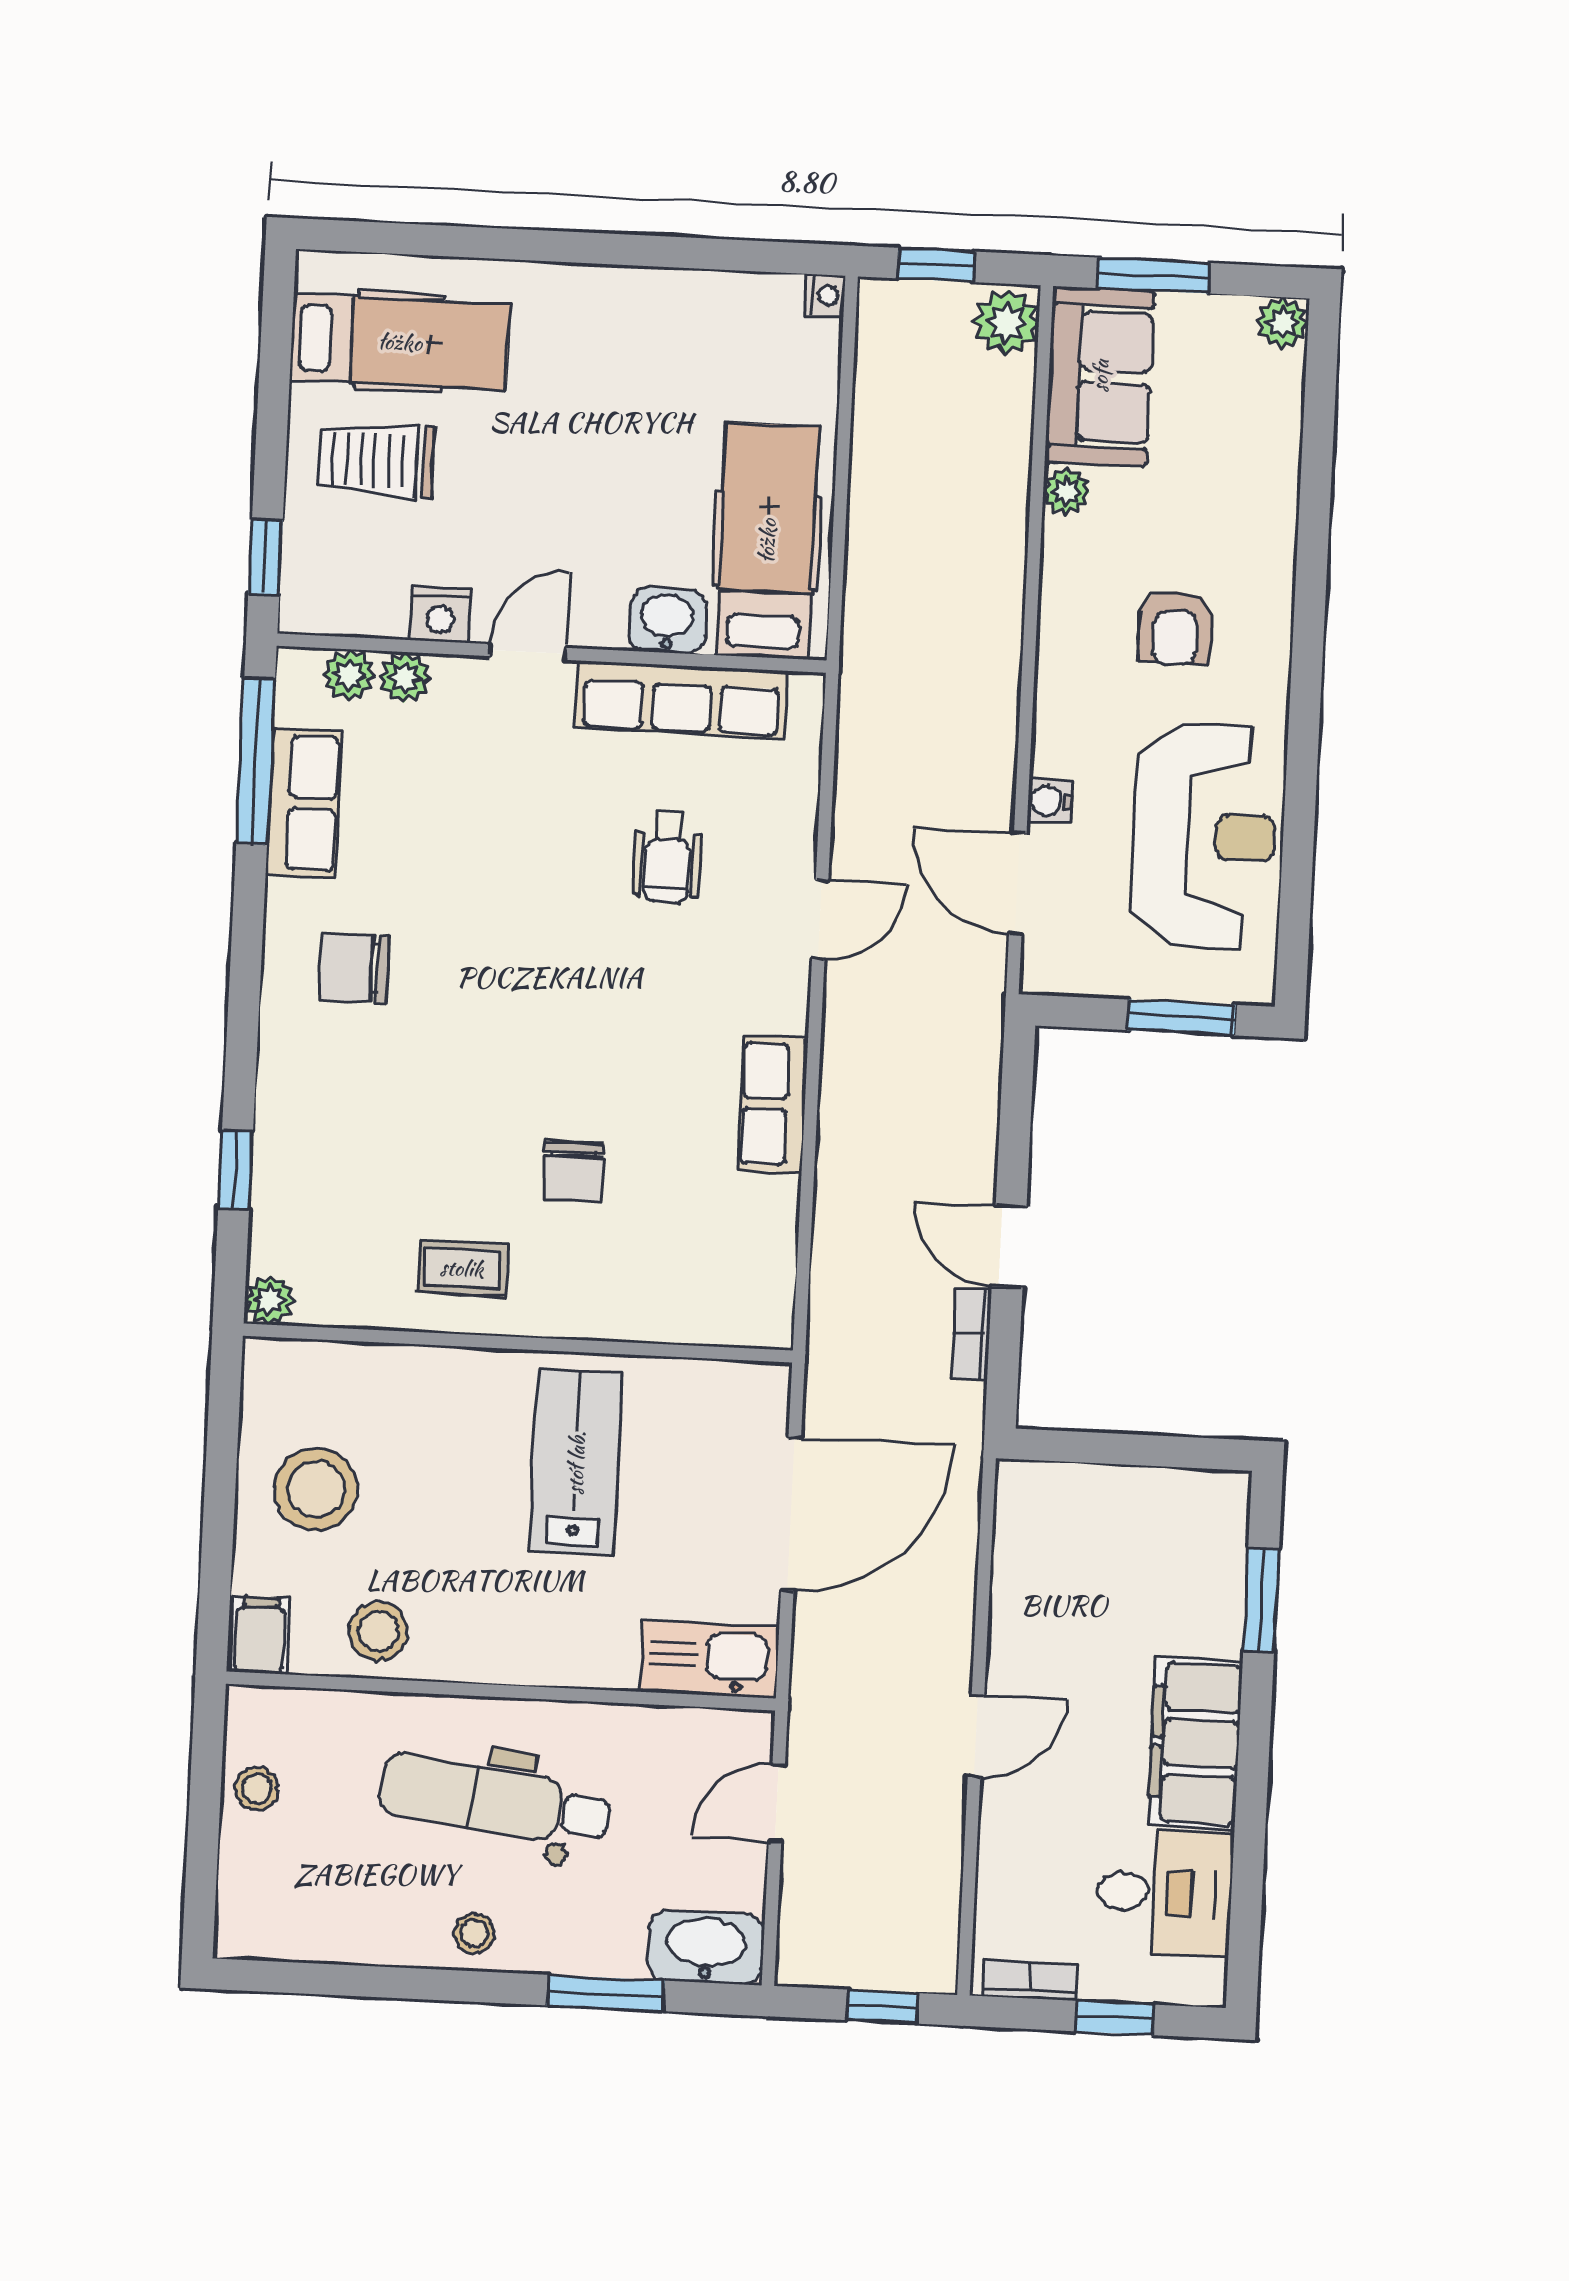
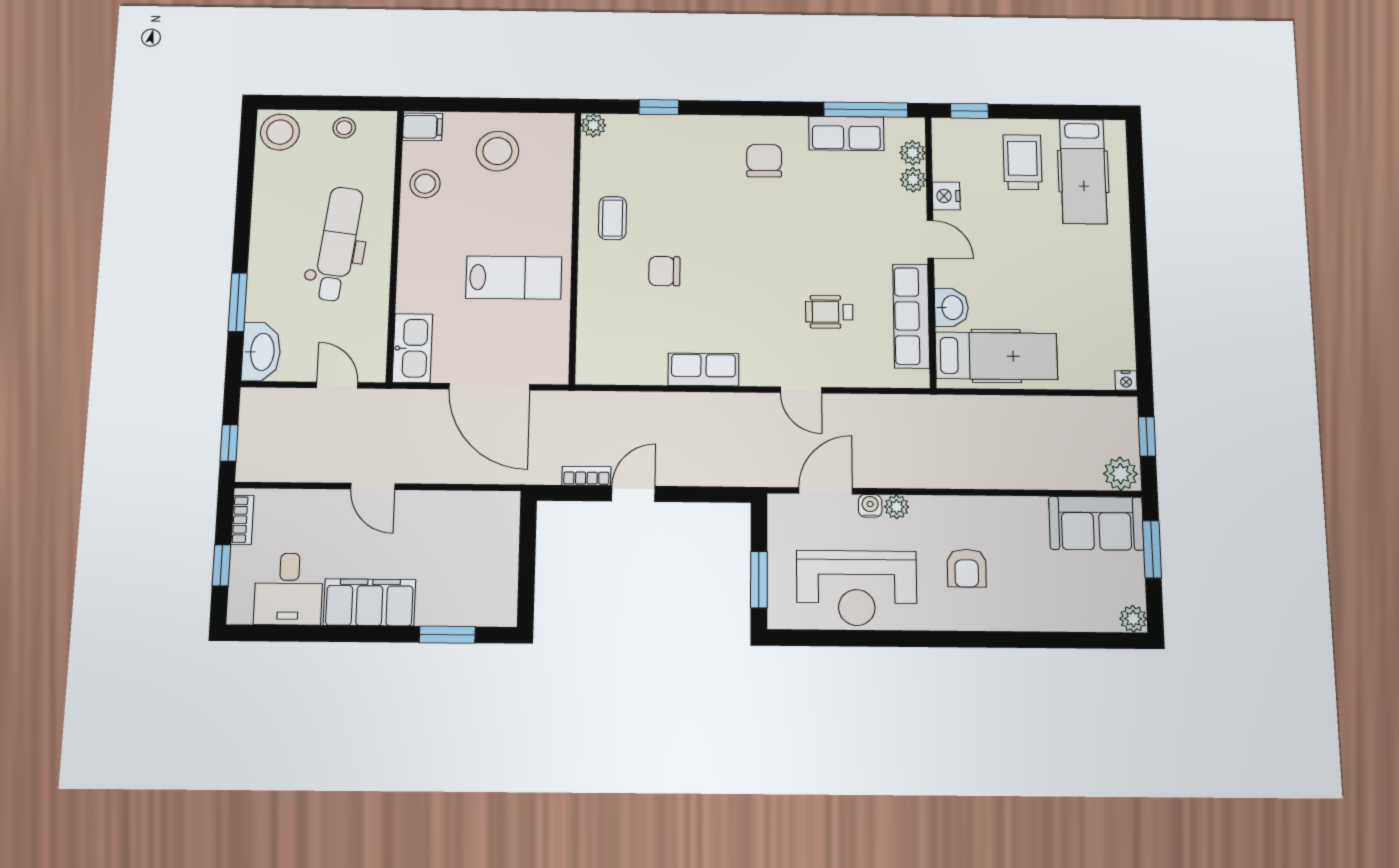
plant: (1066, 491) -> (897, 507), moved
armchair: (1175, 627) -> (967, 568), turned -90
stool: (474, 1933) -> (280, 132), moved, width x1.89, depth x1.89

